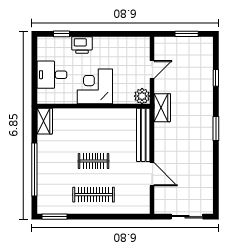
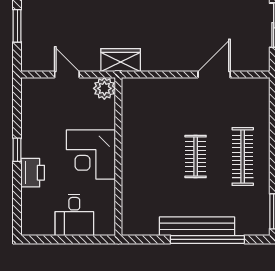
window: (61, 34) -> (17, 150), moved
wardrobe: (45, 121) -> (140, 225), removed
bench: (143, 135) -> (197, 226), moved

